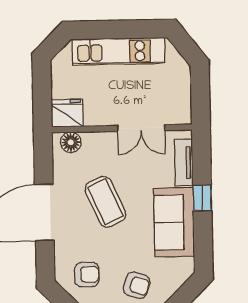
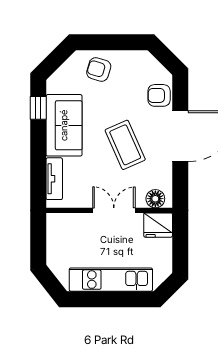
double door: (141, 128) -> (114, 210), moved
window: (202, 198) -> (38, 108), moved
armchair: (87, 274) -> (159, 95), moved

